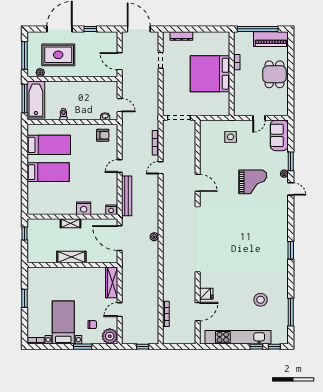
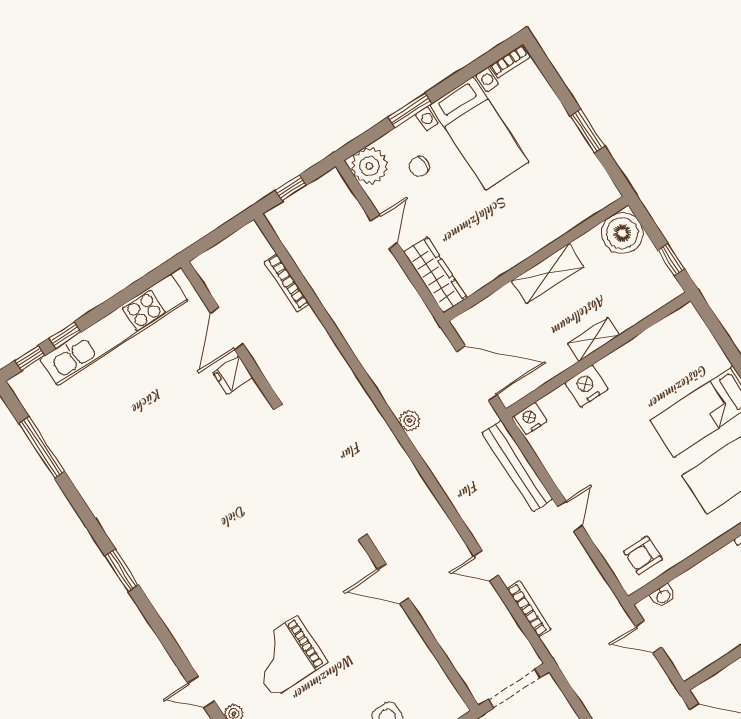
door: (161, 168) -> (486, 566), swing flipped
boiler: (36, 254) -> (622, 233), added
stool: (261, 300) -> (118, 433), removed

